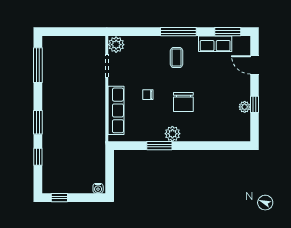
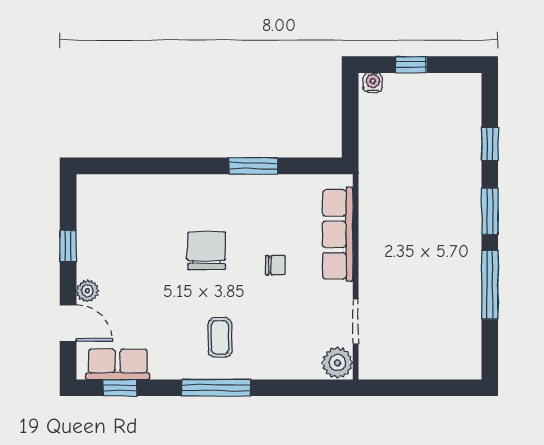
window: (228, 32) -> (120, 388), width x0.67
row of seats: (215, 44) -> (118, 364), moved
window: (38, 65) -> (490, 285), moved
plant: (245, 107) -> (87, 291), moved
plant: (172, 134) -> (228, 189), removed
window: (59, 198) -> (411, 65), moved

